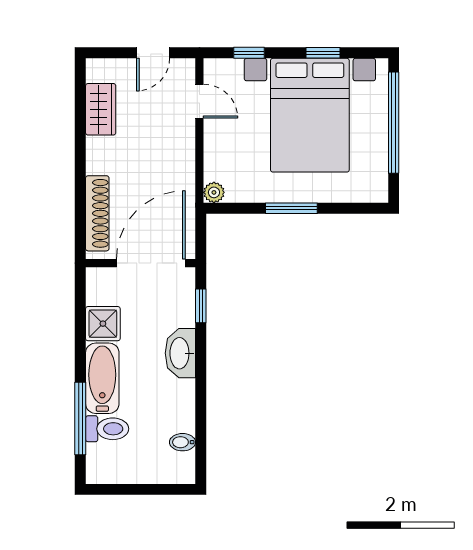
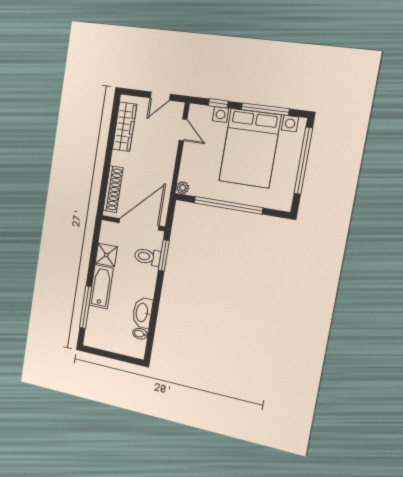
window: (323, 53) -> (265, 109), width x2.17
wardrobe: (101, 109) -> (124, 127), width x1.50
window: (291, 208) -> (228, 205), width x2.11
window: (201, 306) -> (164, 255), width x1.50
washbasin: (180, 353) -> (142, 313), moved
toilet: (107, 429) -> (147, 257), moved, turned 180

